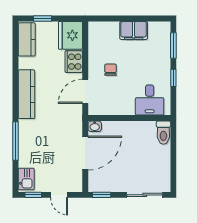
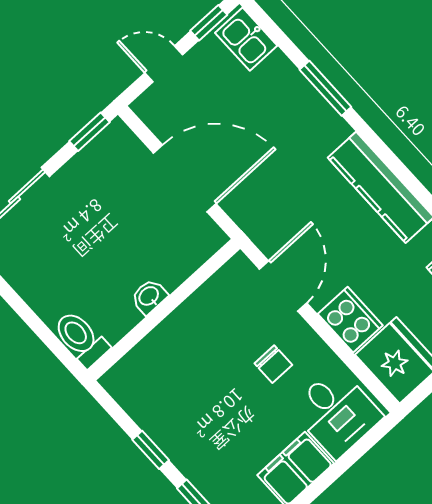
desk: (150, 100) -> (336, 413), moved, turned 180
washbasin: (95, 126) -> (149, 297), moved
window: (15, 141) -> (325, 88), width x0.69
door: (85, 153) -> (185, 178), swing flipped

